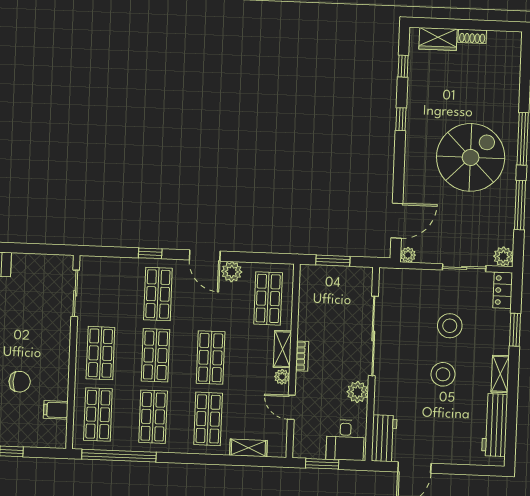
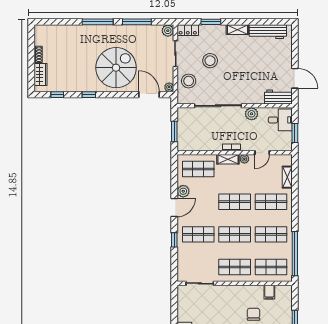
spiral stairs: (471, 157) -> (116, 68), moved, turned 90
stool: (443, 374) -> (189, 81), moved

